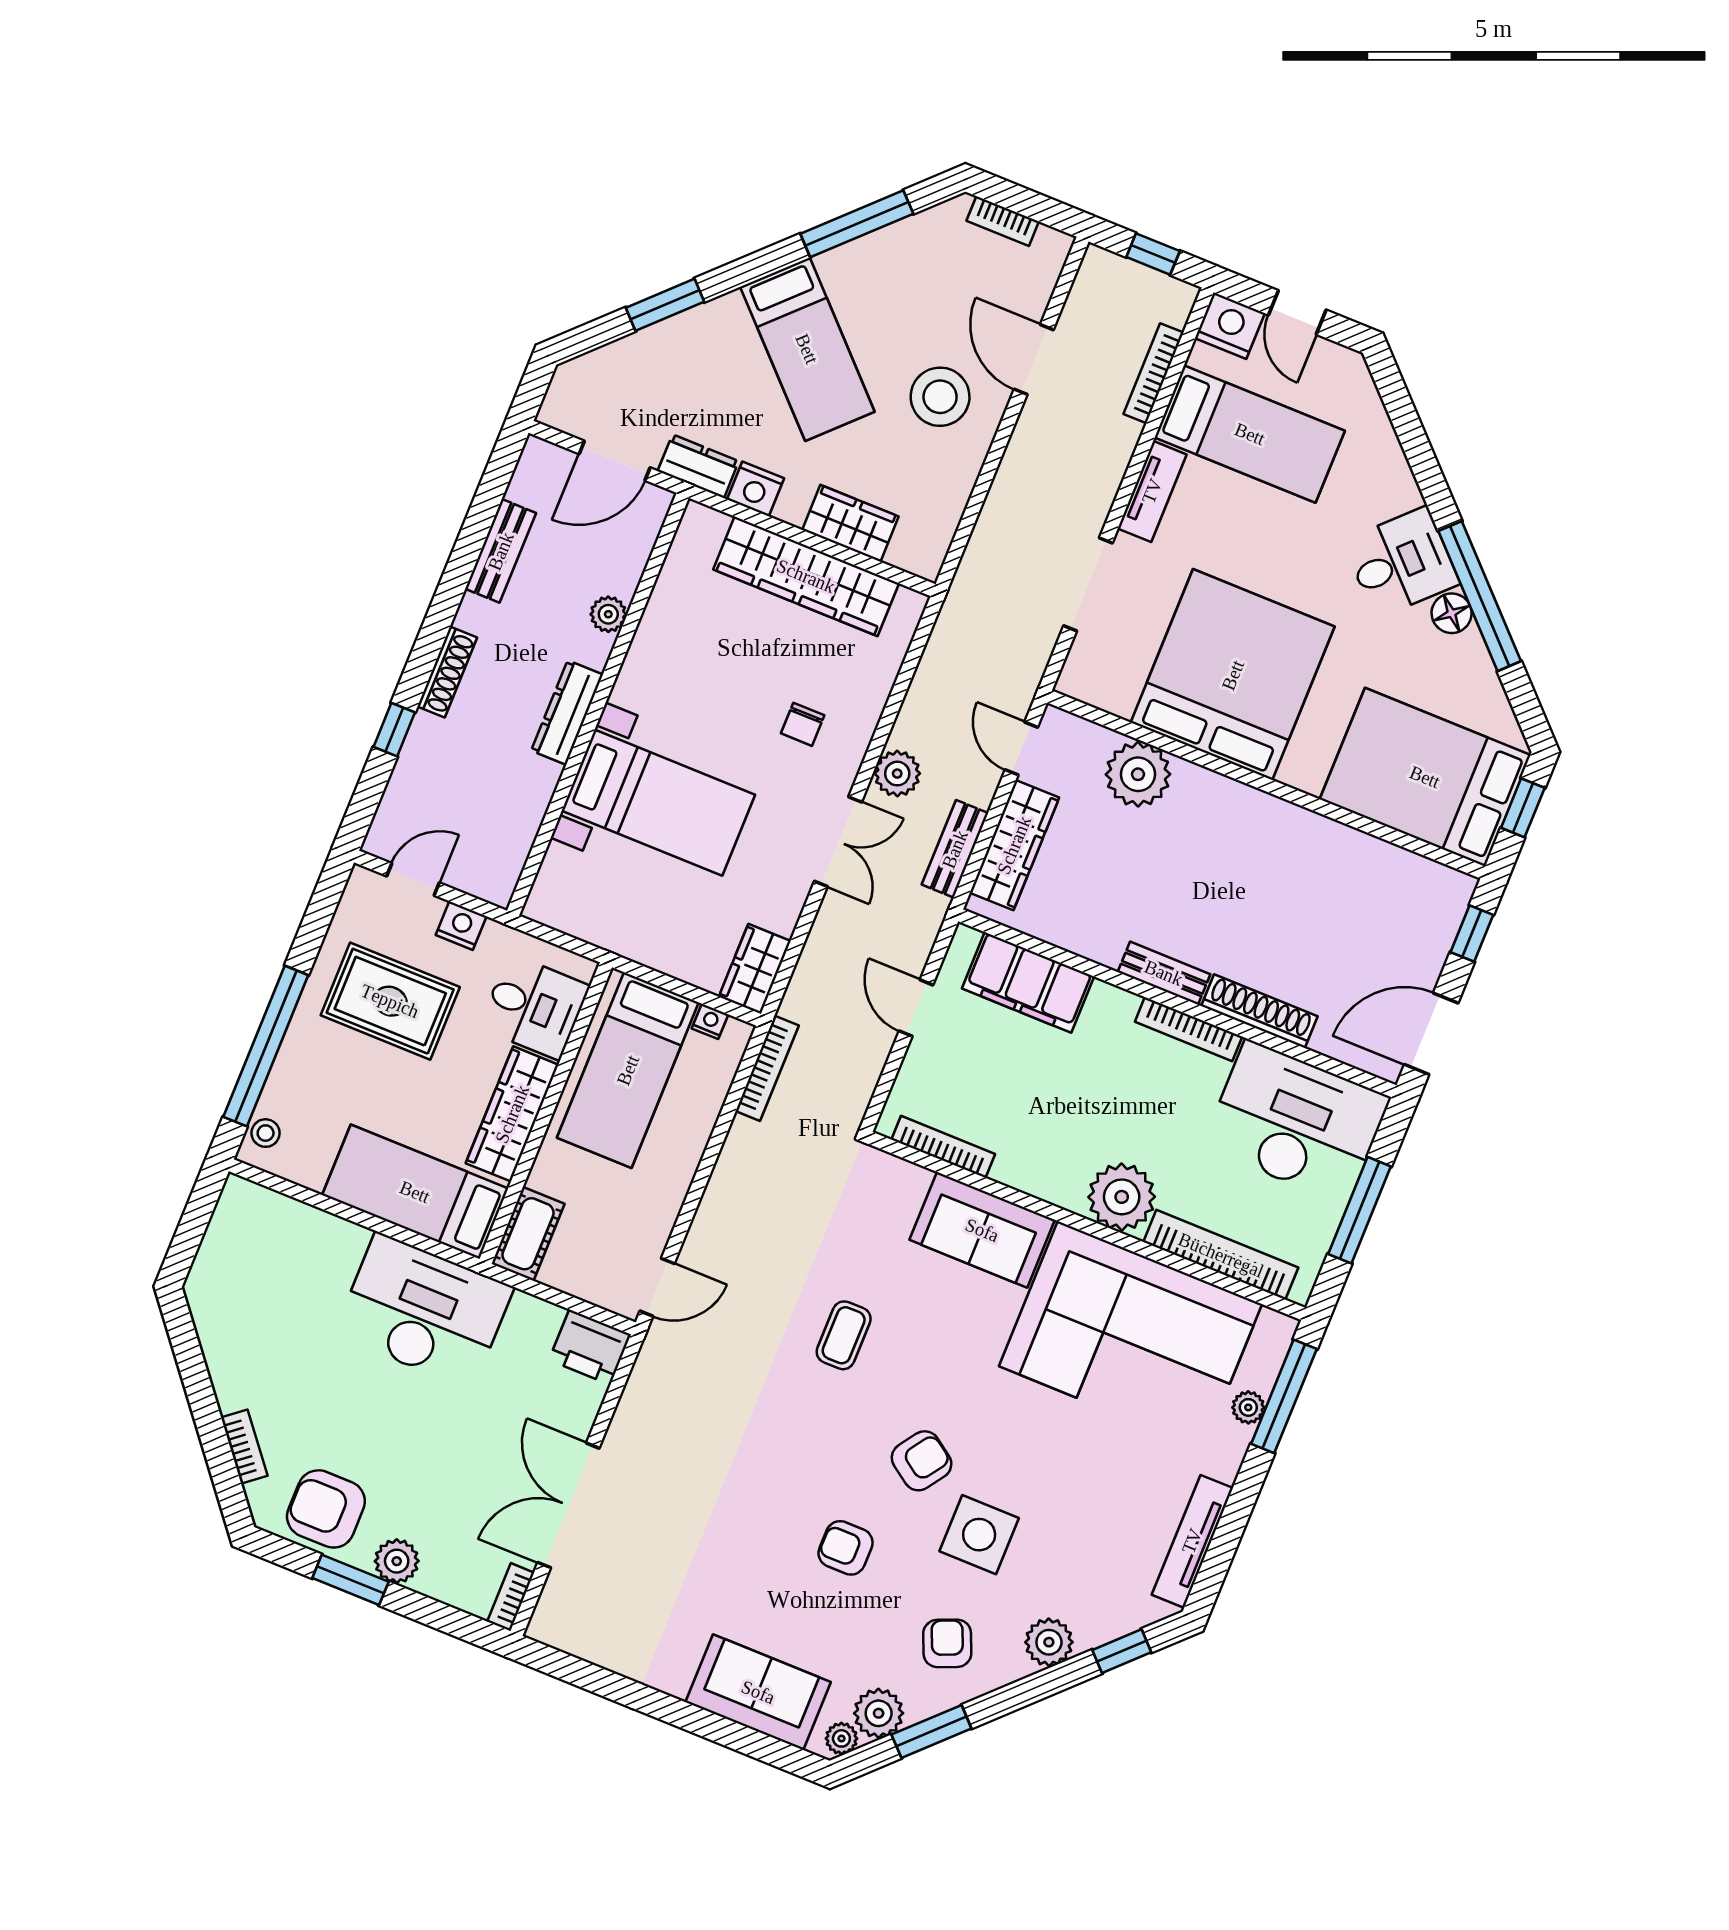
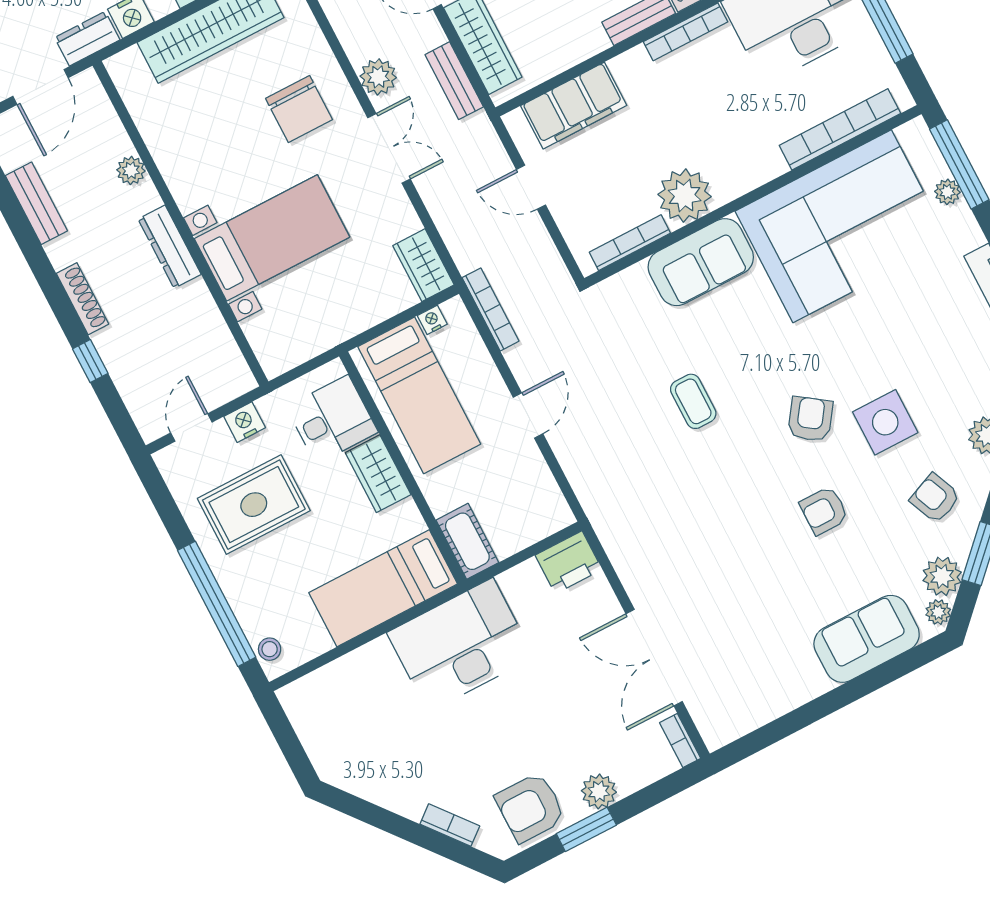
chair: (803, 724) -> (299, 109), width x1.87, depth x1.87
wardrobe: (512, 1114) -> (378, 474), width x0.67
plant: (1122, 1197) -> (685, 196), moved
door: (657, 1287) -> (528, 416), moved

